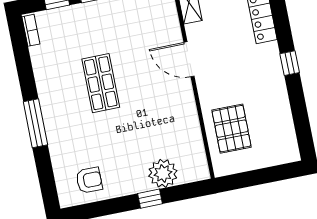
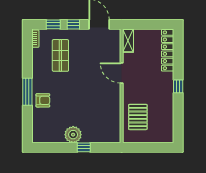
shop shelf: (101, 83) -> (60, 55), moved
plant: (163, 173) -> (73, 135), moved
armchair: (89, 180) -> (43, 100), moved

